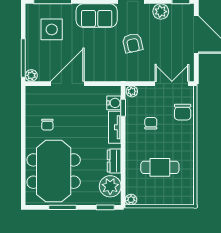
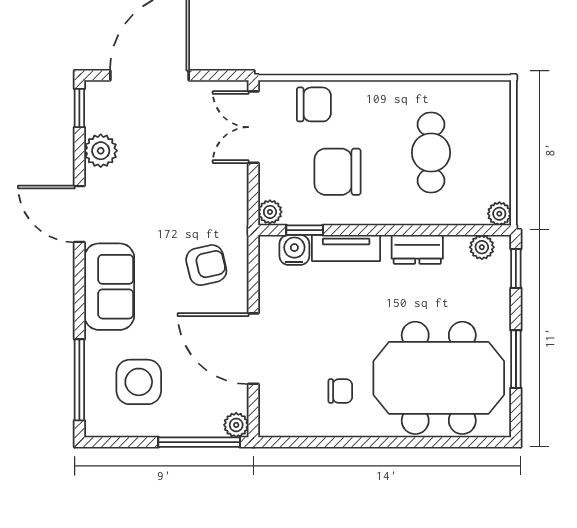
armchair: (133, 43) -> (206, 265), moved
chair: (151, 123) -> (338, 172), width x1.87, depth x1.87
plant: (110, 186) -> (482, 247), width x0.53, depth x0.53

